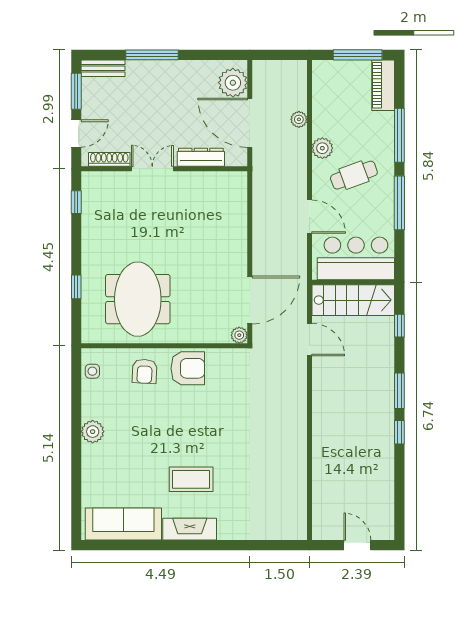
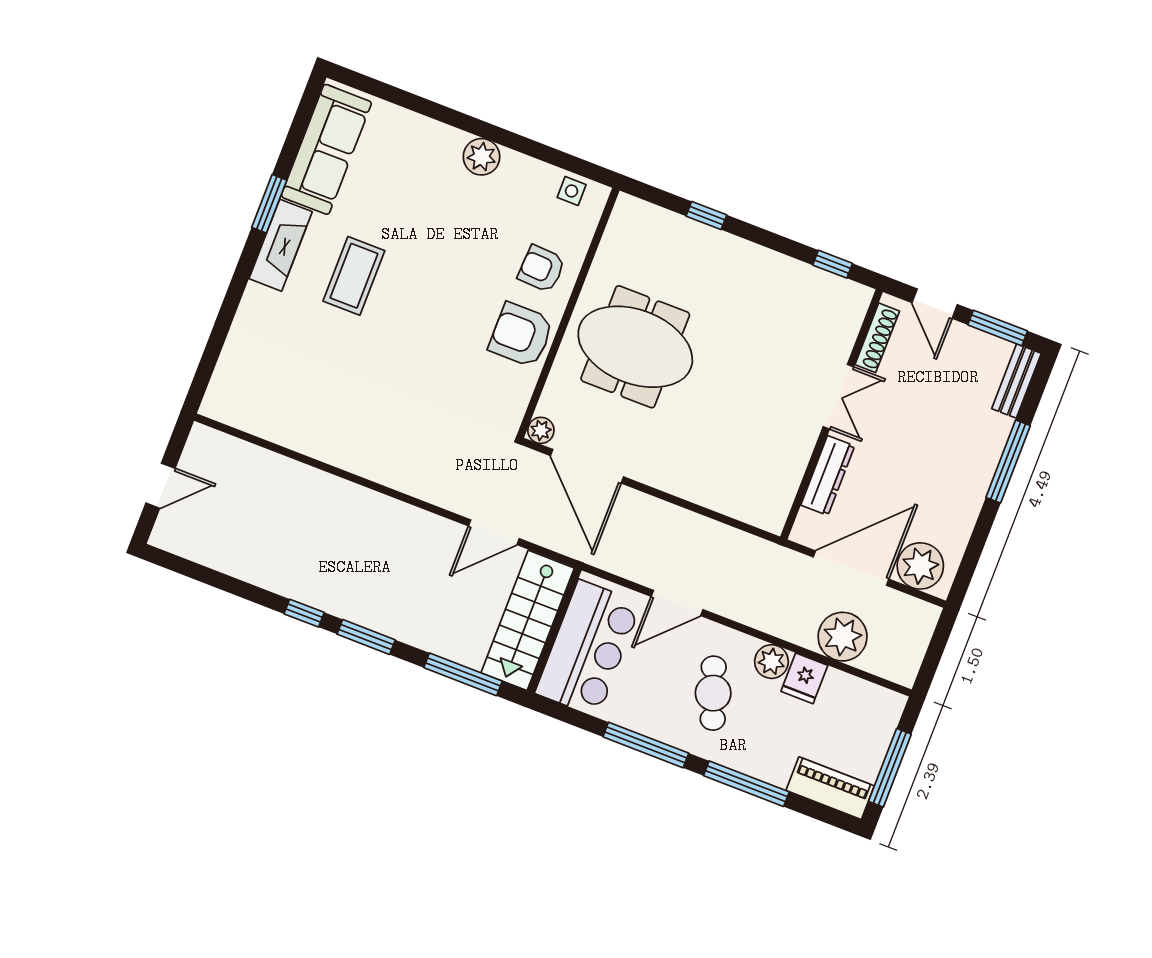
plant: (299, 119) -> (843, 637), width x1.88, depth x1.88
fridge: (325, 125) -> (804, 678), added
meeting table: (138, 299) -> (635, 347), moved
window: (399, 326) -> (463, 674), width x2.17
armchair: (188, 368) -> (521, 335), turned 90
window: (168, 545) -> (269, 204), added

